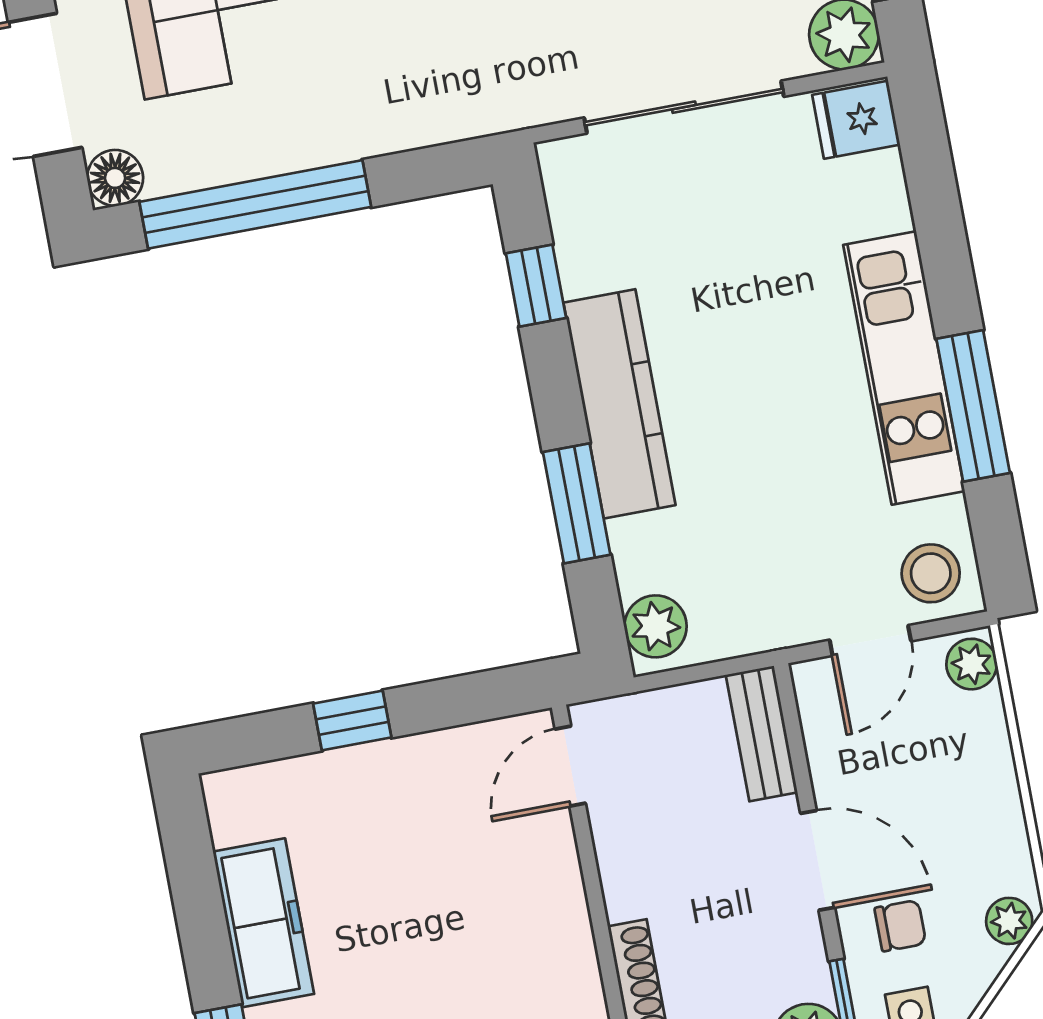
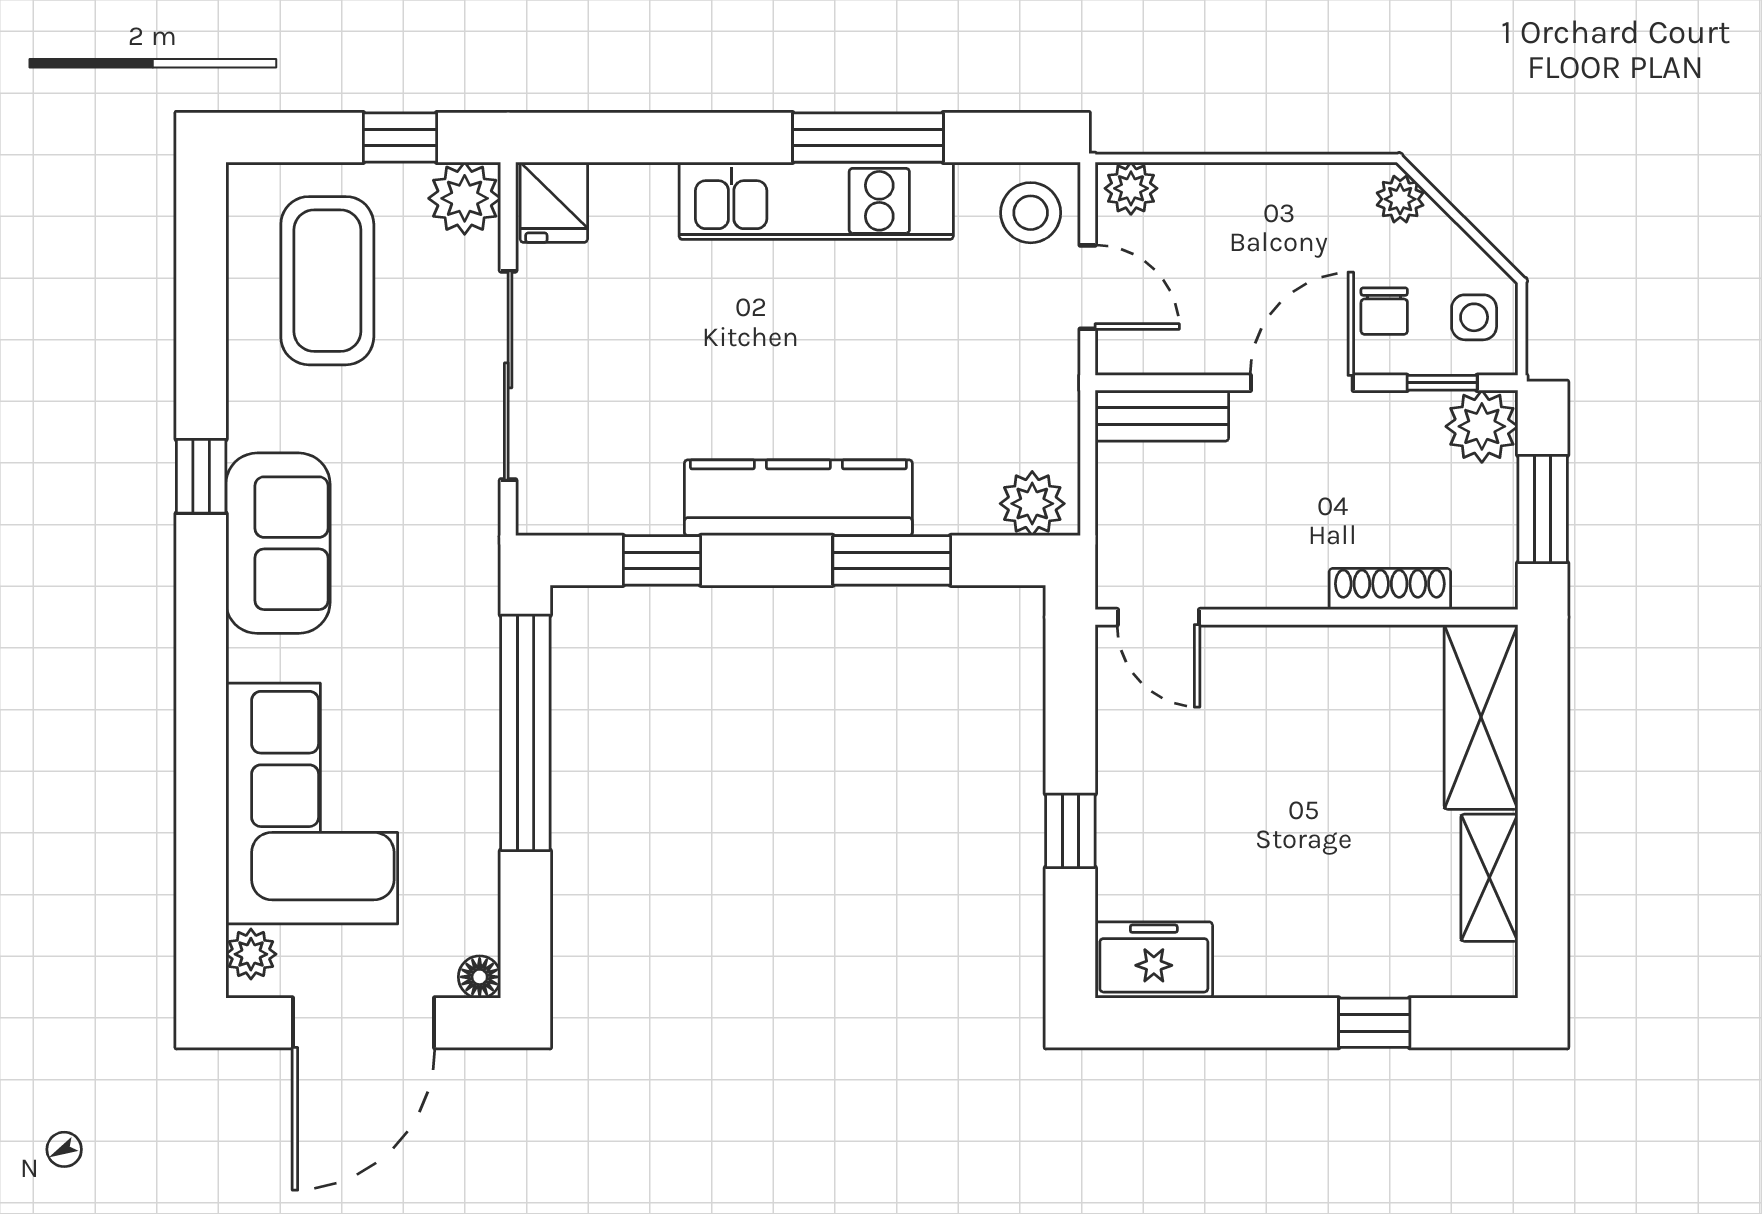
floor lamp: (115, 178) -> (480, 977), width x0.73, depth x0.73
window: (255, 204) -> (525, 733), moved
freezer: (263, 923) -> (1154, 960), moved, width x0.71
chair: (900, 926) -> (1384, 311), turned 180

